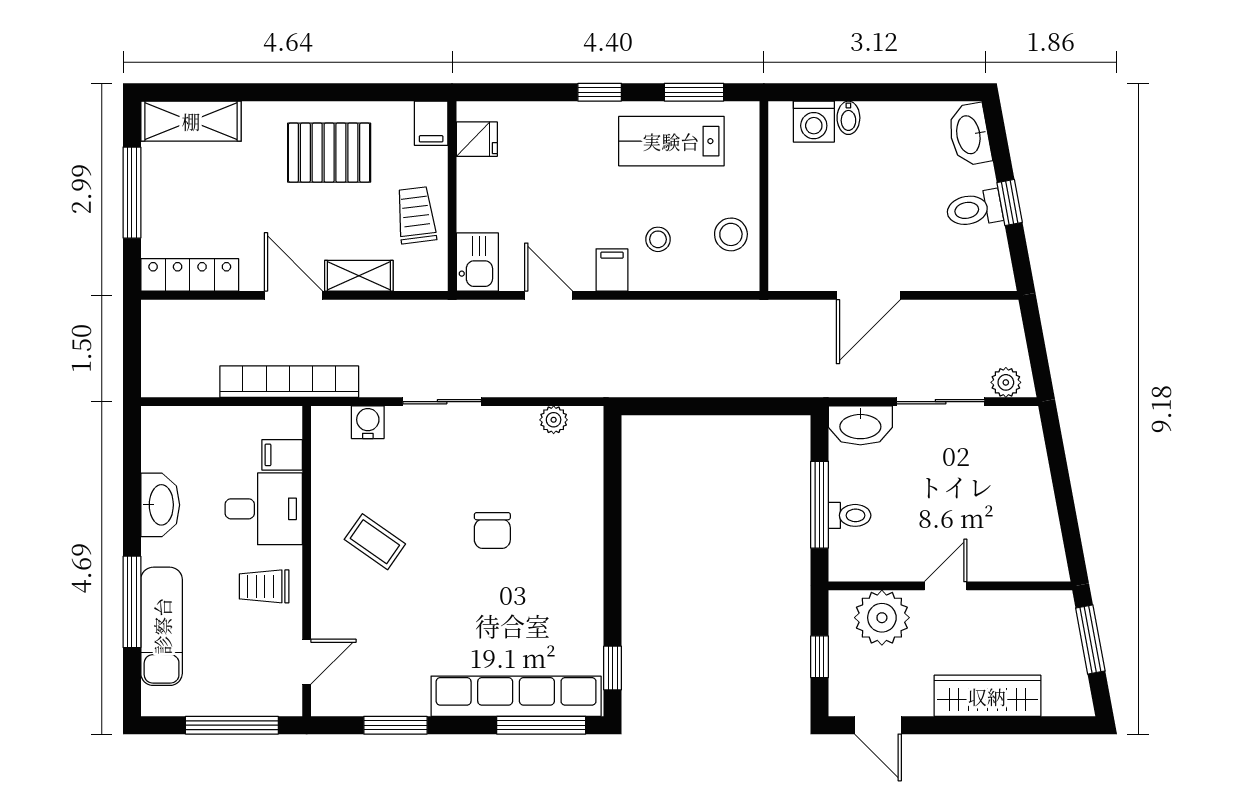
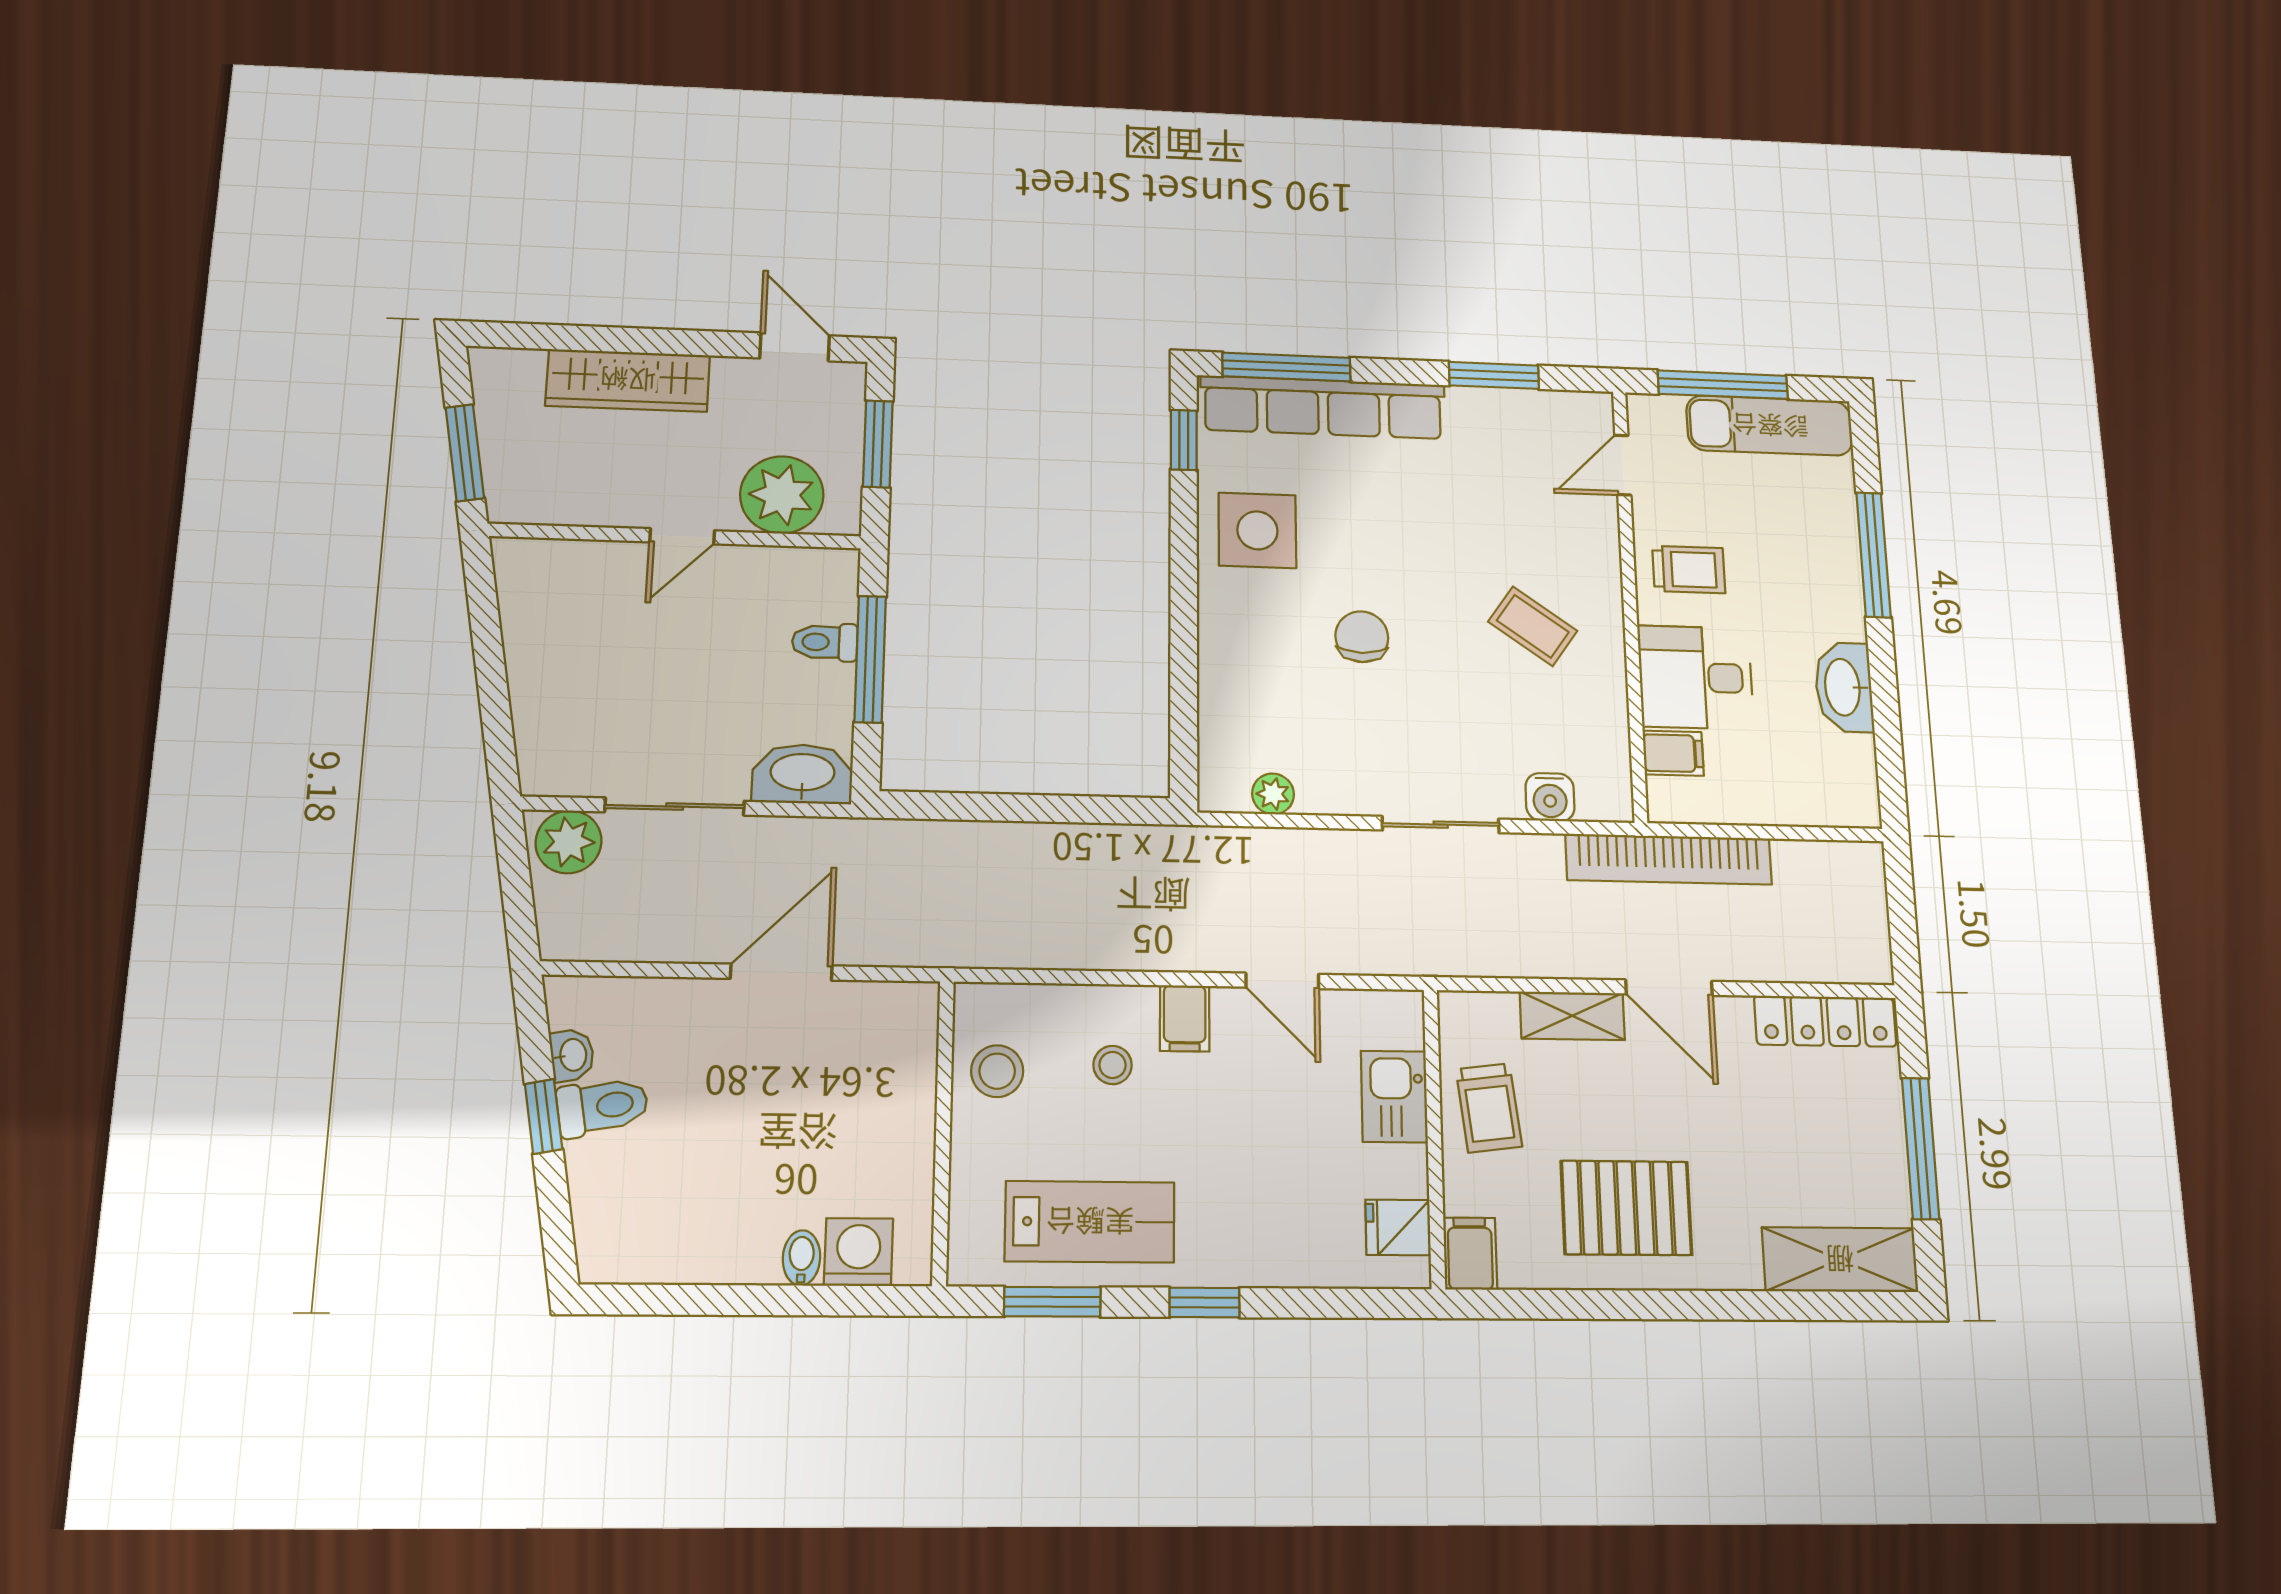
washbasin: (969, 135) -> (572, 1055), moved, width x0.52, depth x0.69
kitchen sink: (477, 262) -> (1394, 1096), moved
plant: (1006, 382) -> (569, 842), width x1.38, depth x1.38
side table: (562, 604) -> (1257, 530), added
exam couch: (162, 626) -> (1770, 426), moved, turned -90
window: (820, 657) -> (878, 444), width x1.50

